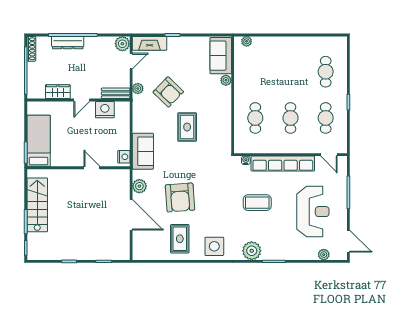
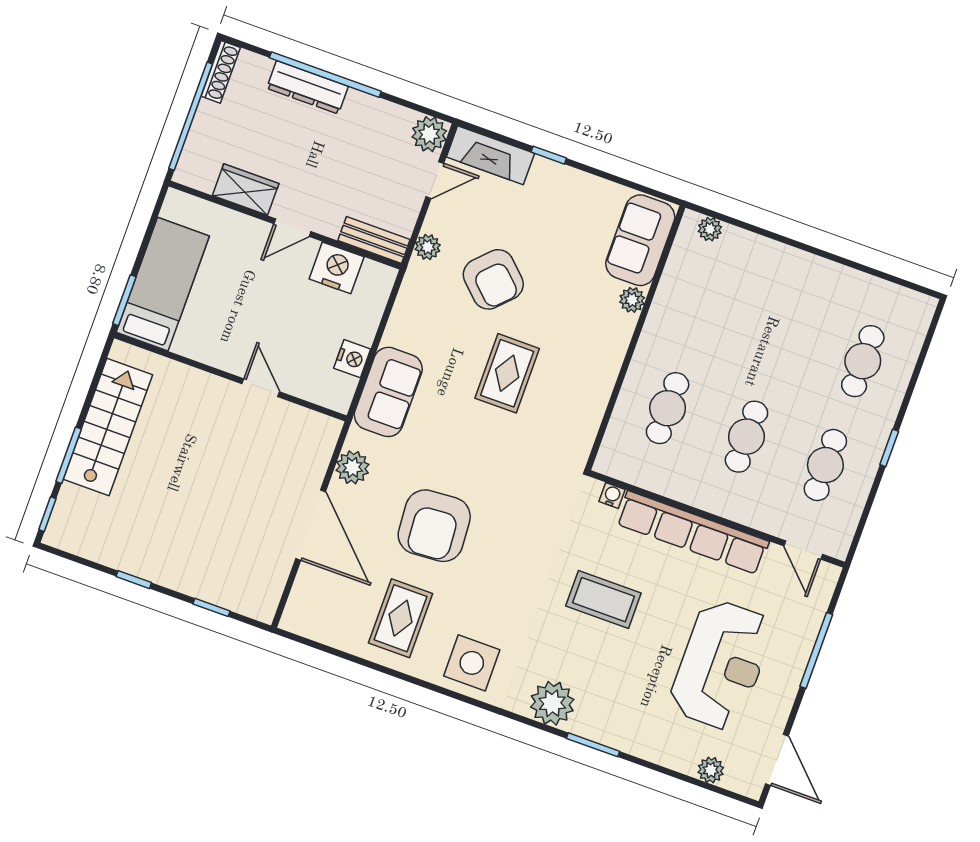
nightstand: (124, 157) -> (352, 359), moved

